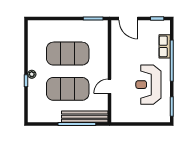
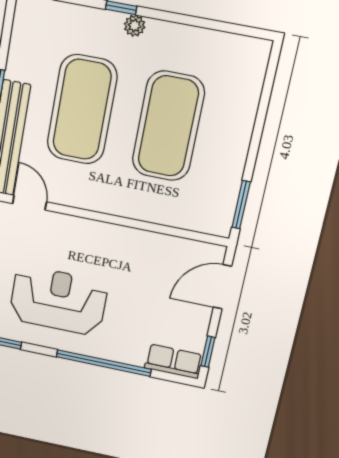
row of seats: (165, 46) -> (174, 361), moved
door: (109, 86) -> (30, 203), moved

